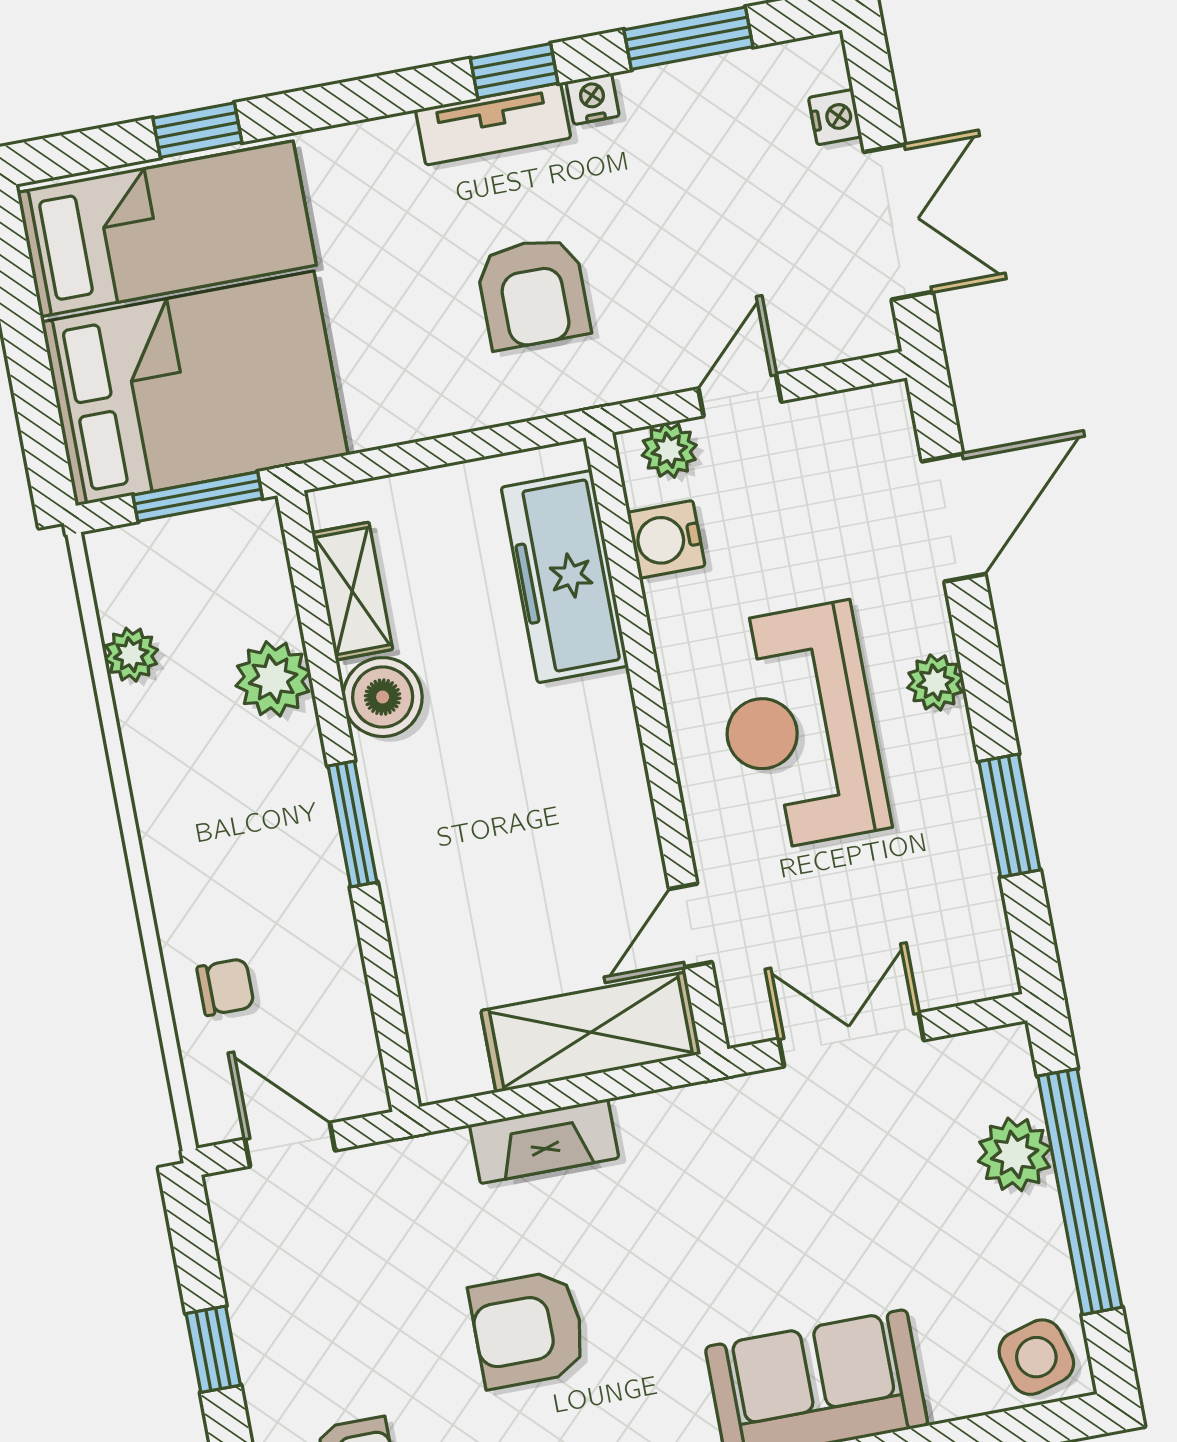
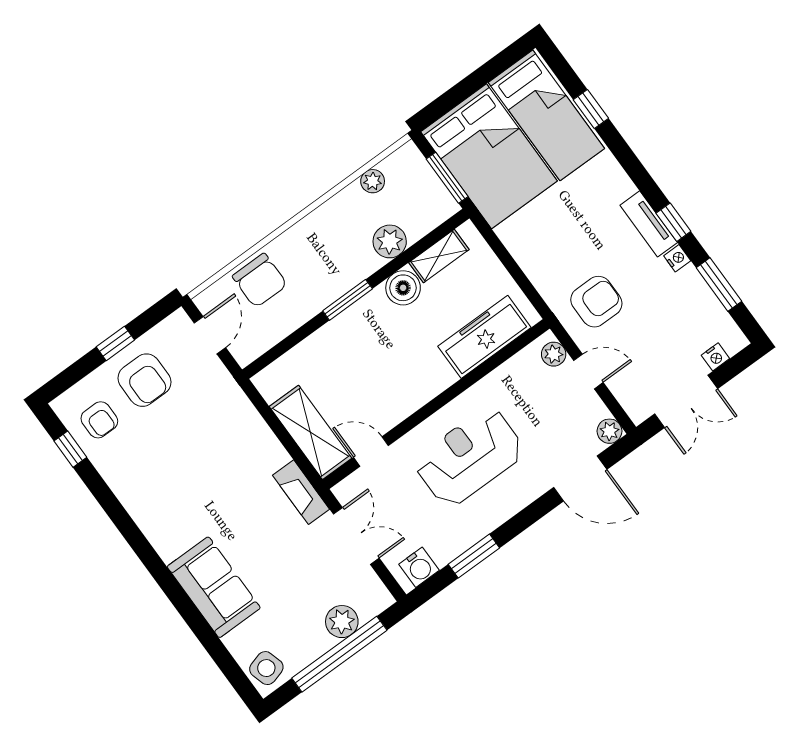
armchair: (533, 293) -> (596, 302), moved, turned 180
water cooler: (666, 539) -> (419, 567), moved, turned 180
plant: (935, 682) -> (609, 431), moved
chair: (225, 987) -> (260, 280), width x1.87, depth x1.87
fireplace: (544, 1141) -> (301, 492), moved
armchair: (528, 1329) -> (144, 380), moved, turned 180

